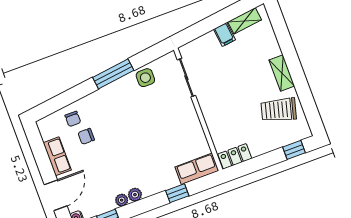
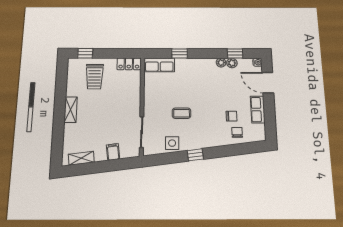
filing cabinet: (224, 35) -> (113, 152), moved
window: (113, 74) -> (195, 155), width x0.46
trolley: (279, 110) -> (94, 77), moved, turned 75
coffee table: (147, 118) -> (182, 113), added
door: (56, 195) -> (268, 83), hinge flipped
plant: (135, 195) -> (232, 63), moved

